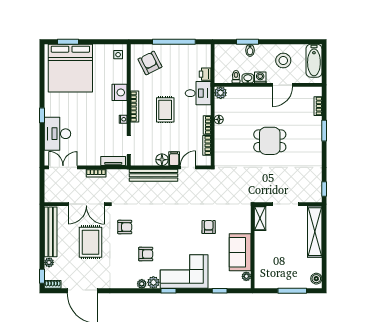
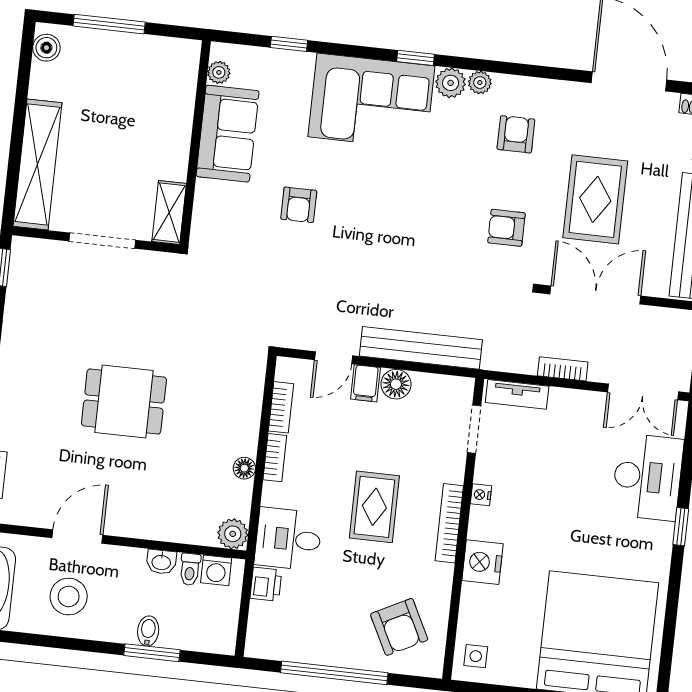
washing machine: (260, 77) -> (216, 570), moved
armchair: (146, 254) -> (516, 134), moved, turned 90

